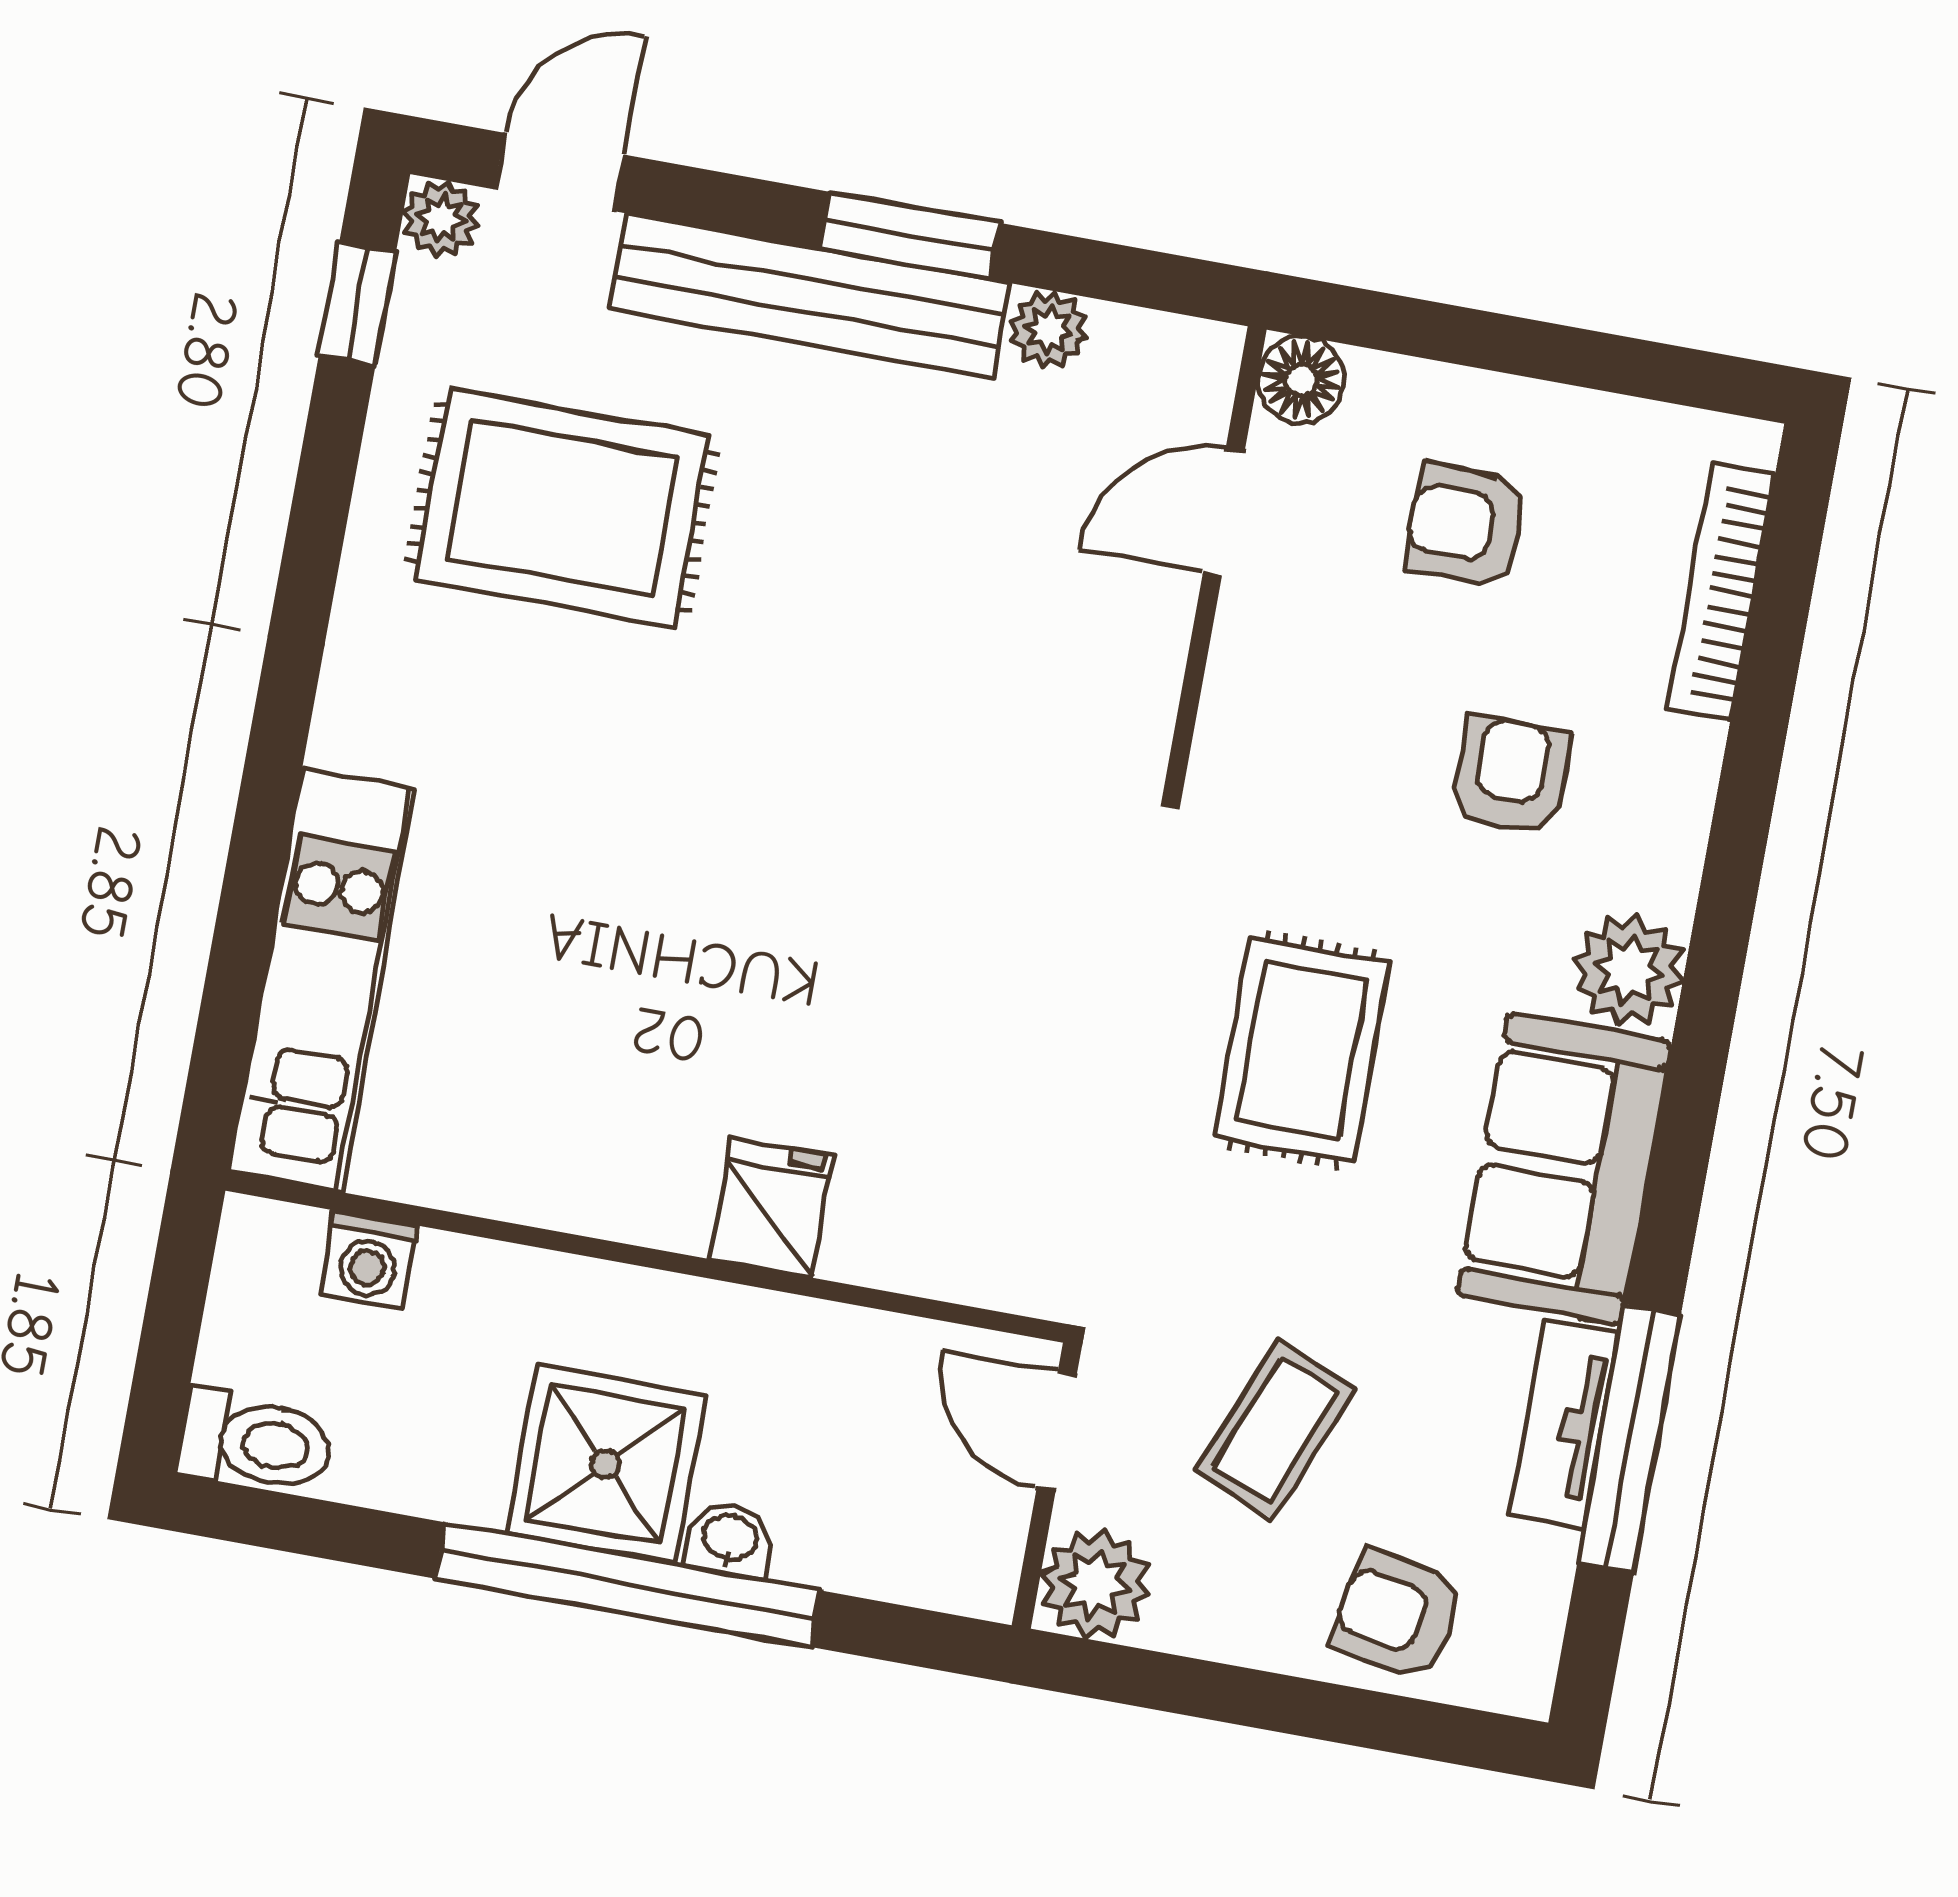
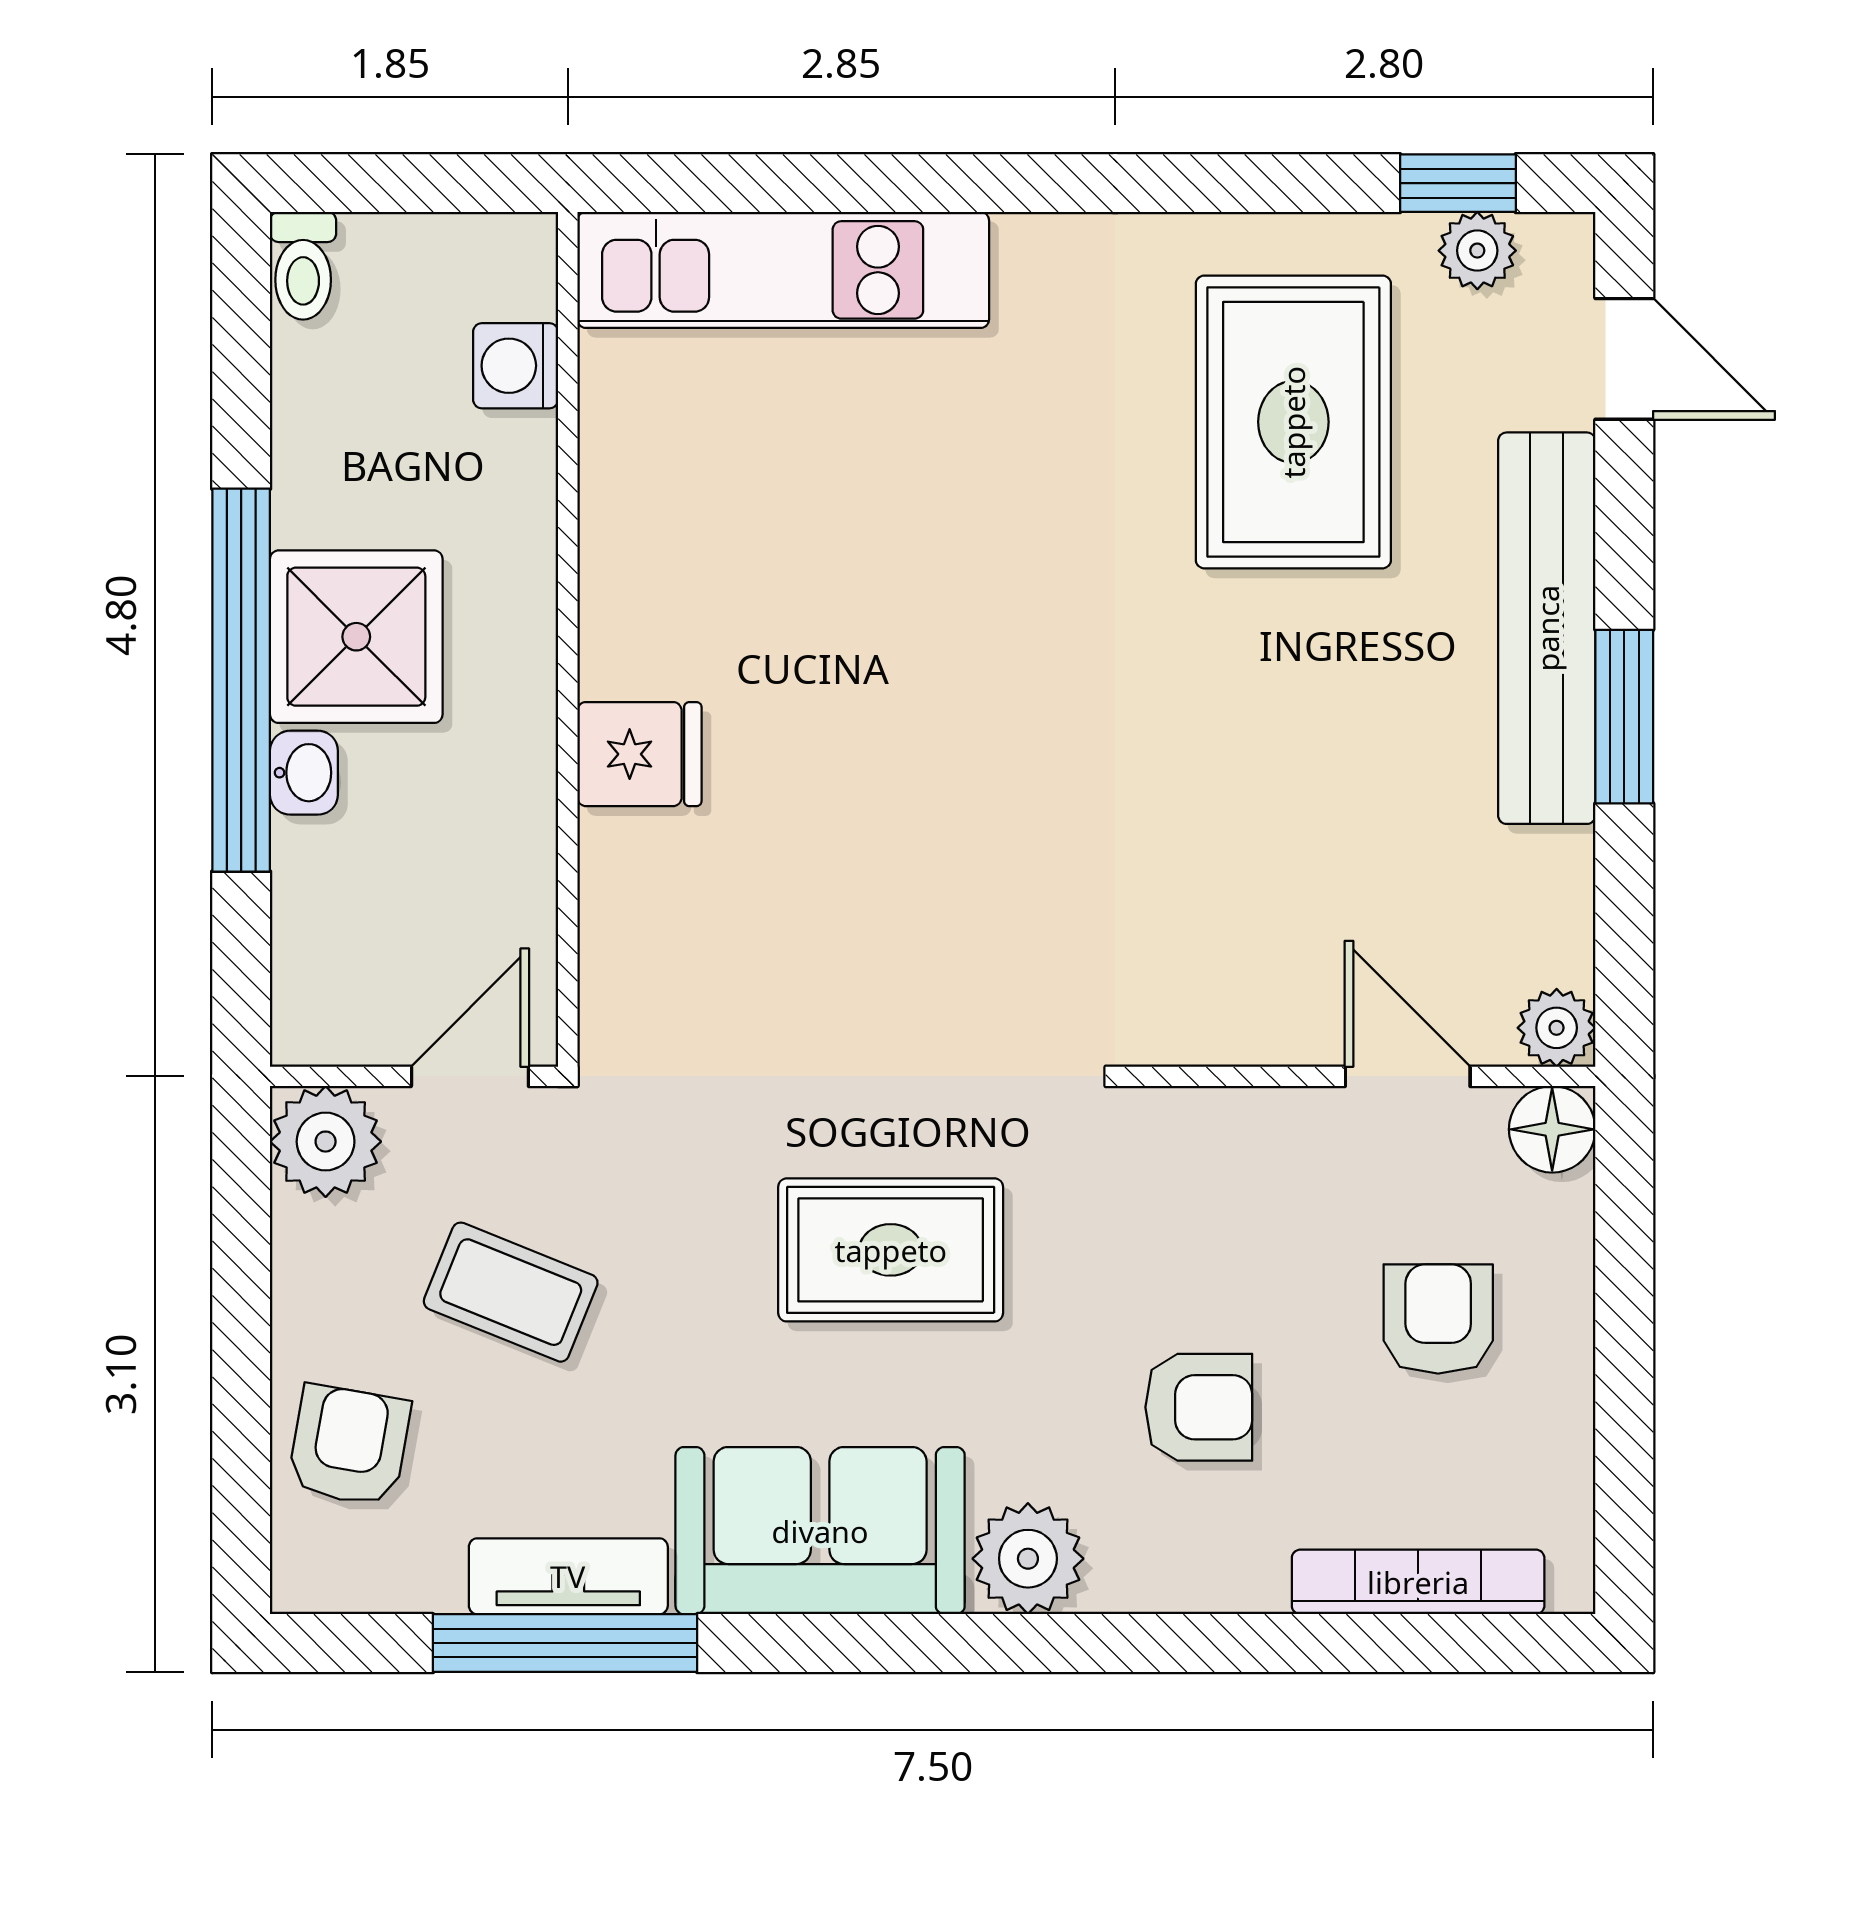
plant: (441, 219) -> (1477, 251), moved
plant: (1049, 330) -> (1557, 1028), moved
toilet: (255, 1442) -> (303, 266), width x0.73, depth x0.72

